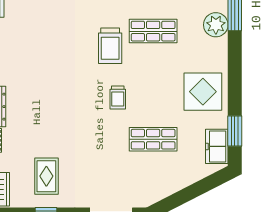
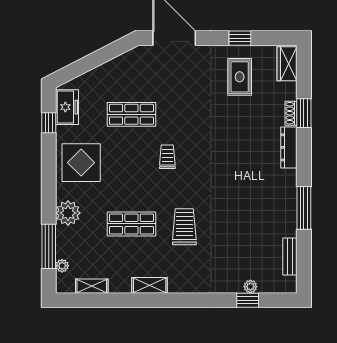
plant: (216, 25) -> (68, 213), moved
trolley: (110, 46) -> (184, 227), moved
window: (235, 131) -> (49, 123), width x0.67

